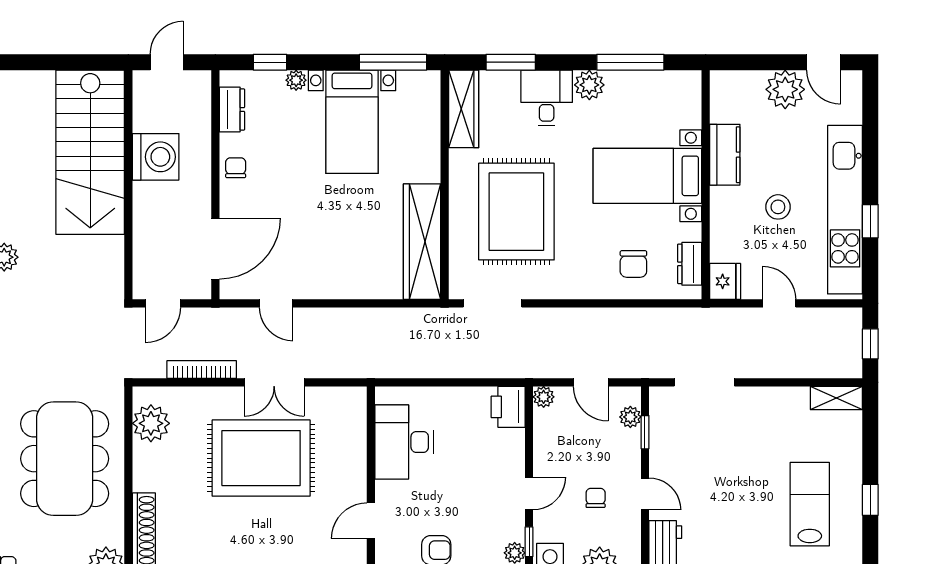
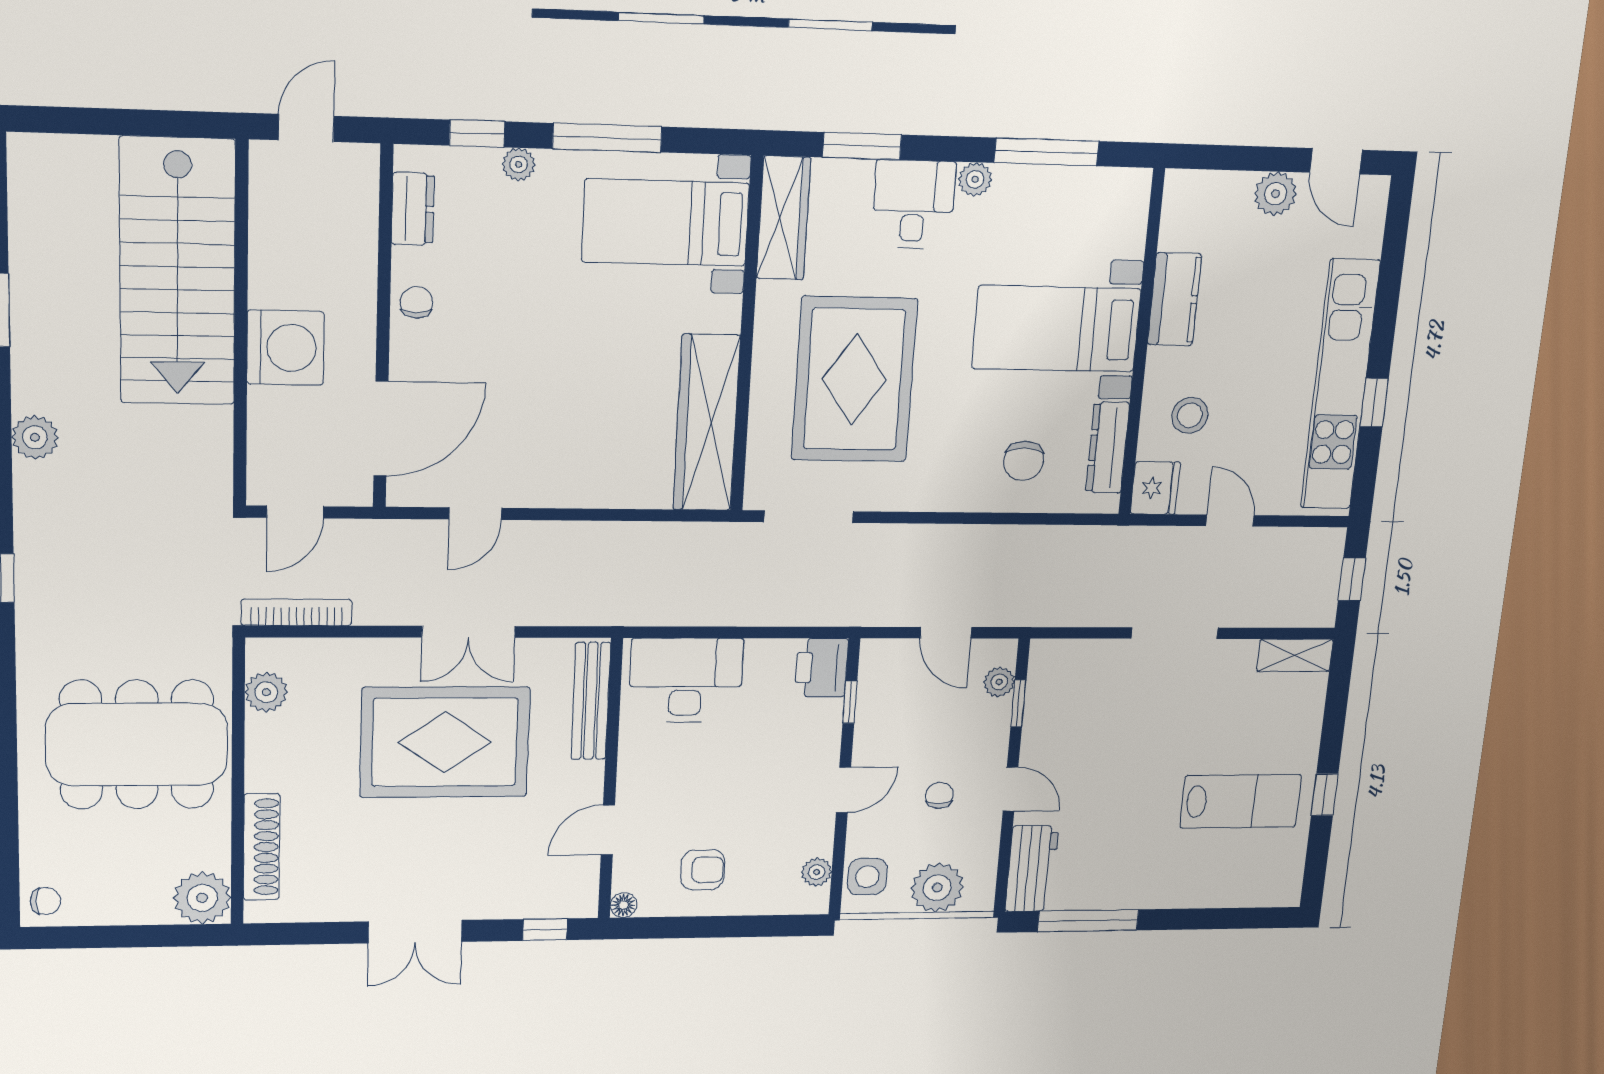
window: (393, 62) -> (607, 138), moved
plant: (589, 85) -> (975, 179), width x0.73, depth x0.73
plant: (785, 89) -> (1275, 194), width x0.73, depth x0.73
bed with nightstands: (352, 122) -> (666, 223), moved, turned 90
washing machine: (156, 157) -> (285, 348), moved
stool: (778, 207) -> (1190, 415), moved
dresser: (690, 264) -> (1108, 448), width x1.44
door: (276, 303) -> (475, 514), hinge flipped
bookcase: (202, 370) -> (297, 612), moved
doorway: (704, 382) -> (1175, 633), moved
plant: (544, 397) -> (875, 653), removed
plant: (151, 423) -> (266, 692), width x0.73, depth x0.73
bench: (356, 430) -> (591, 701), added
desk: (404, 442) -> (686, 680), moved, turned 90
dining table: (65, 459) -> (137, 745), turned 90
lab bench: (810, 504) -> (1241, 801), turned 90
window: (529, 542) -> (850, 702), moved

